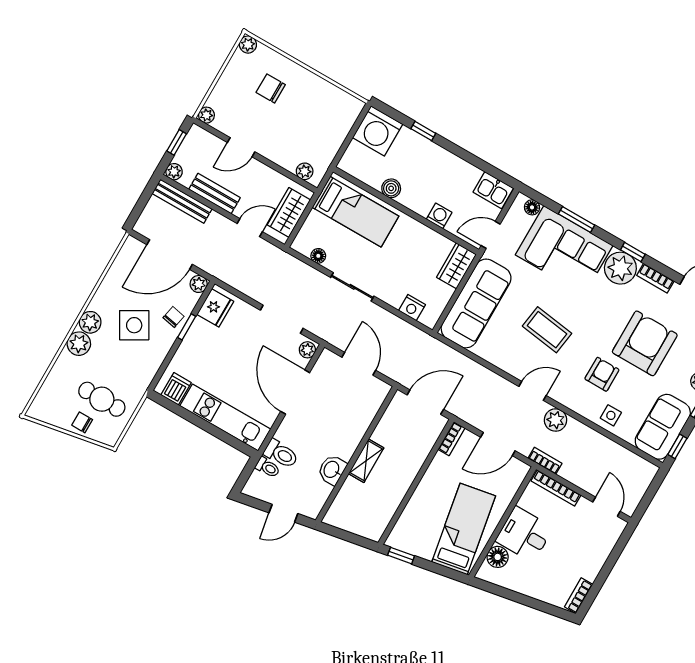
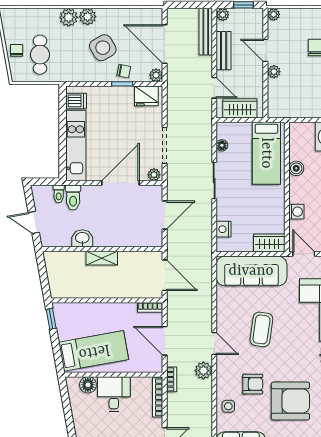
plant: (305, 171) -> (274, 72), moved

